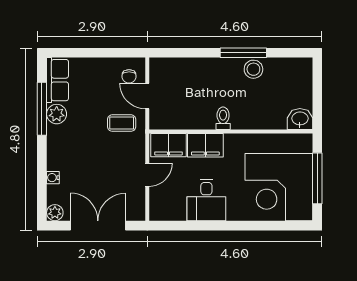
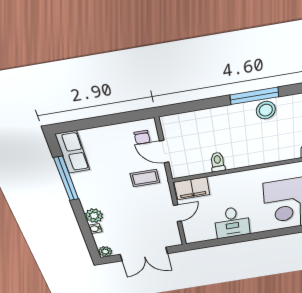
plant: (57, 114) -> (94, 216), moved
toilet: (223, 118) -> (218, 162), moved
filing cabinet: (205, 145) -> (226, 183), removed
double door: (98, 226) -> (144, 254), swing flipped

